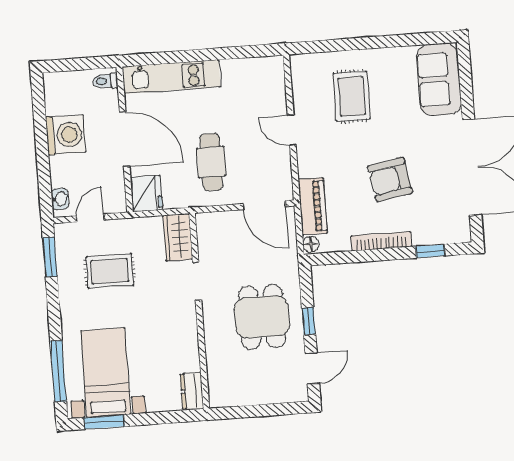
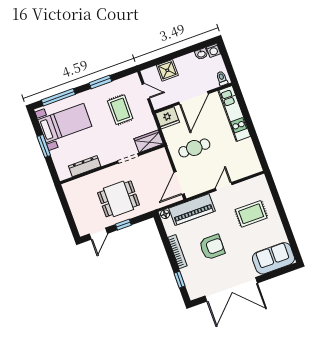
washing machine: (66, 135) -> (213, 50), moved, width x0.53, depth x0.53
shower: (65, 171) -> (167, 70), added
armchair: (390, 180) -> (212, 247), turned 100
washbasin: (60, 199) -> (201, 54), moved
piano: (313, 206) -> (192, 210), width x1.37, depth x1.33
window: (50, 257) -> (100, 82), moved
door: (312, 368) -> (98, 234), hinge flipped
dresser: (192, 391) -> (85, 166), moved, width x1.44
window: (104, 422) -> (44, 146), moved

